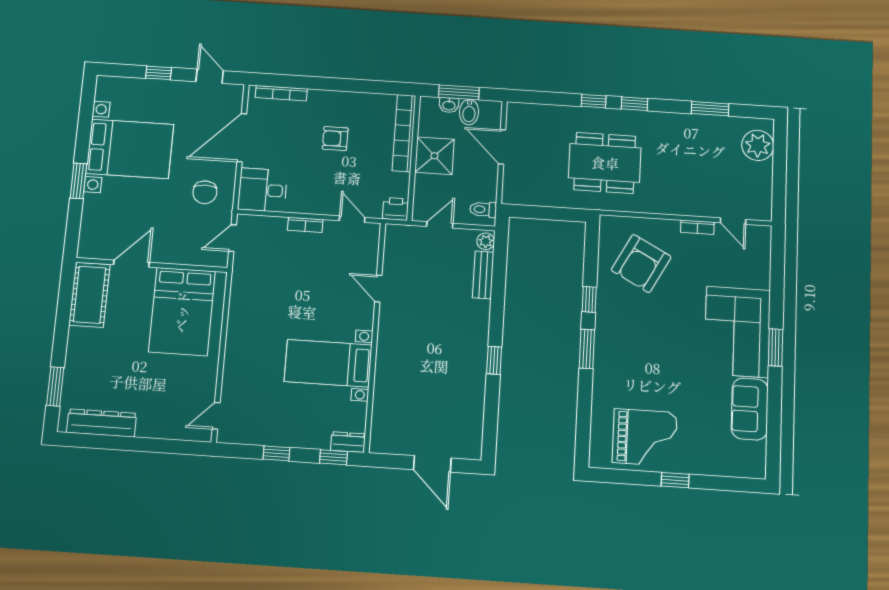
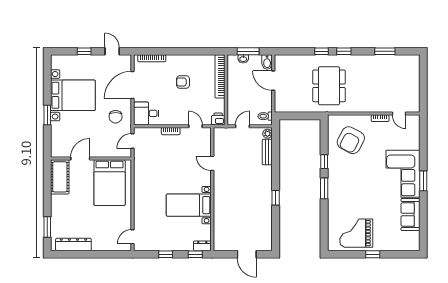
bidet: (469, 112) -> (267, 62), moved
plant: (758, 145) -> (411, 70), removed
shower: (434, 156) -> (237, 88), removed
dining table: (605, 163) -> (329, 86), turned 90
grand piano: (645, 437) -> (356, 233), turned 180

